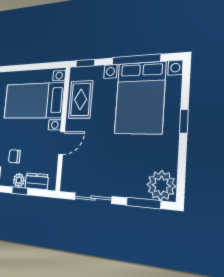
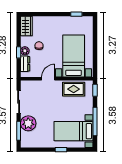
bed with nightstands: (140, 98) -> (74, 131), width x0.73
door: (62, 143) -> (48, 79), swing flipped
plant: (161, 185) -> (28, 123), moved

